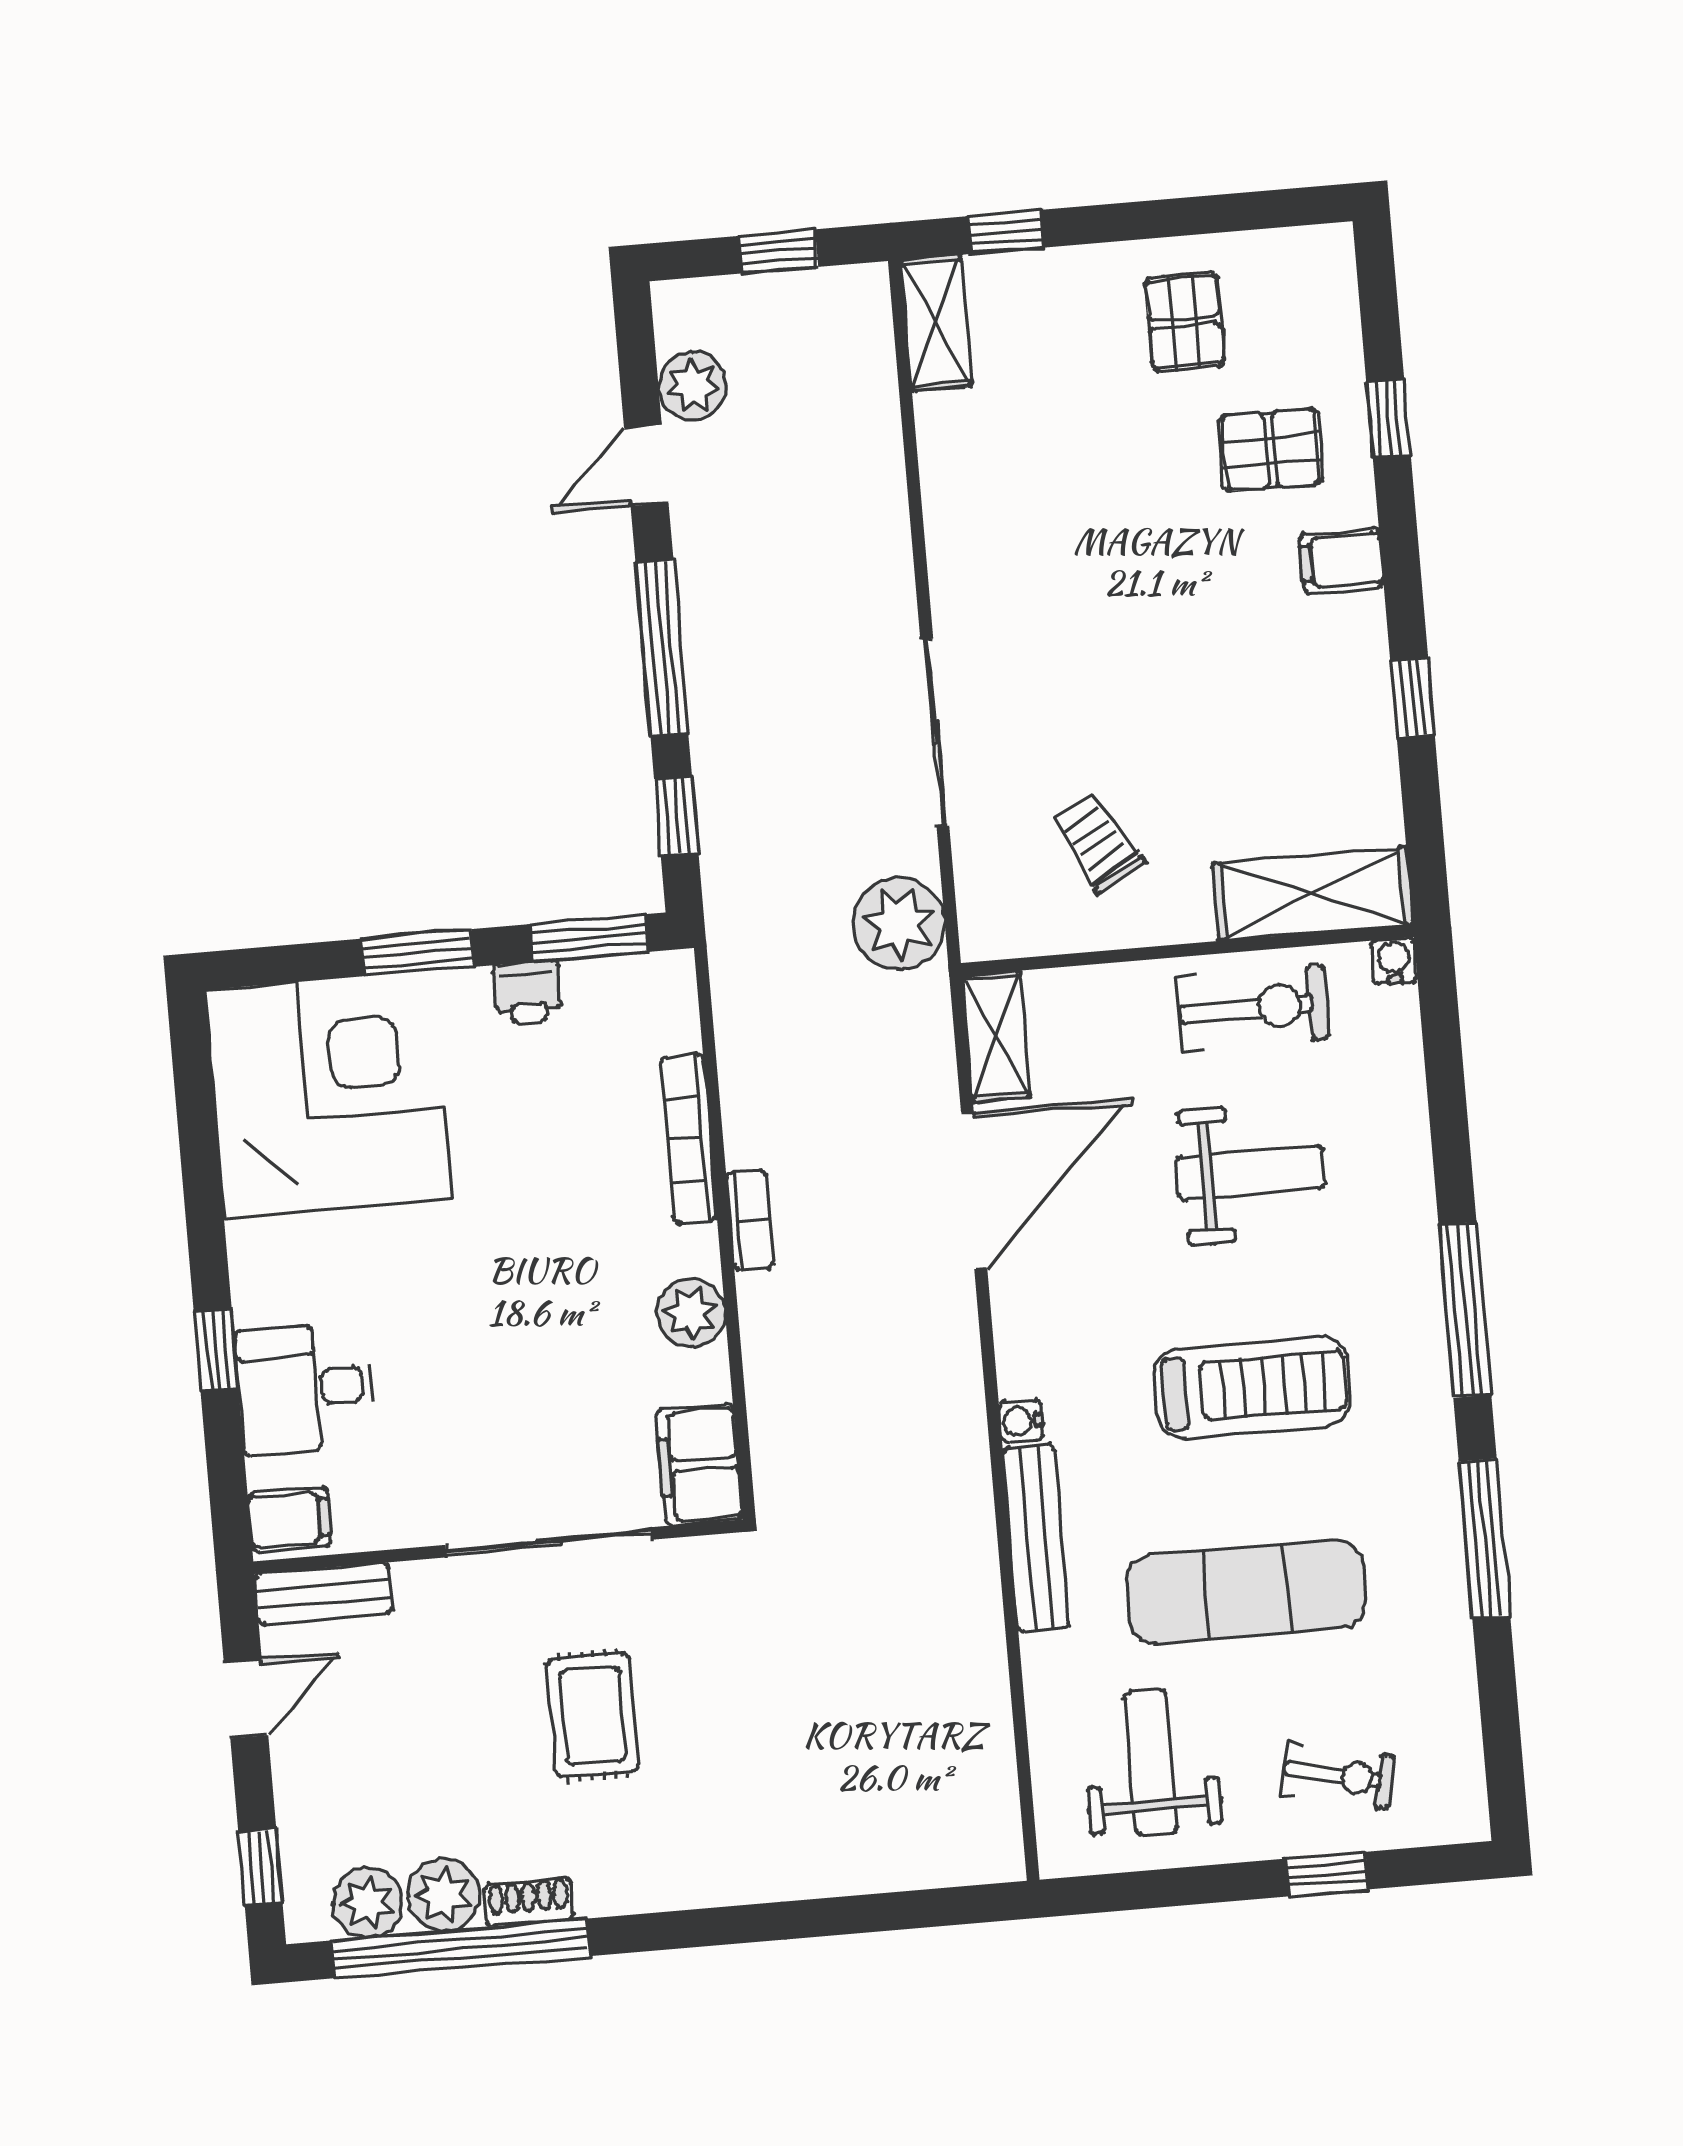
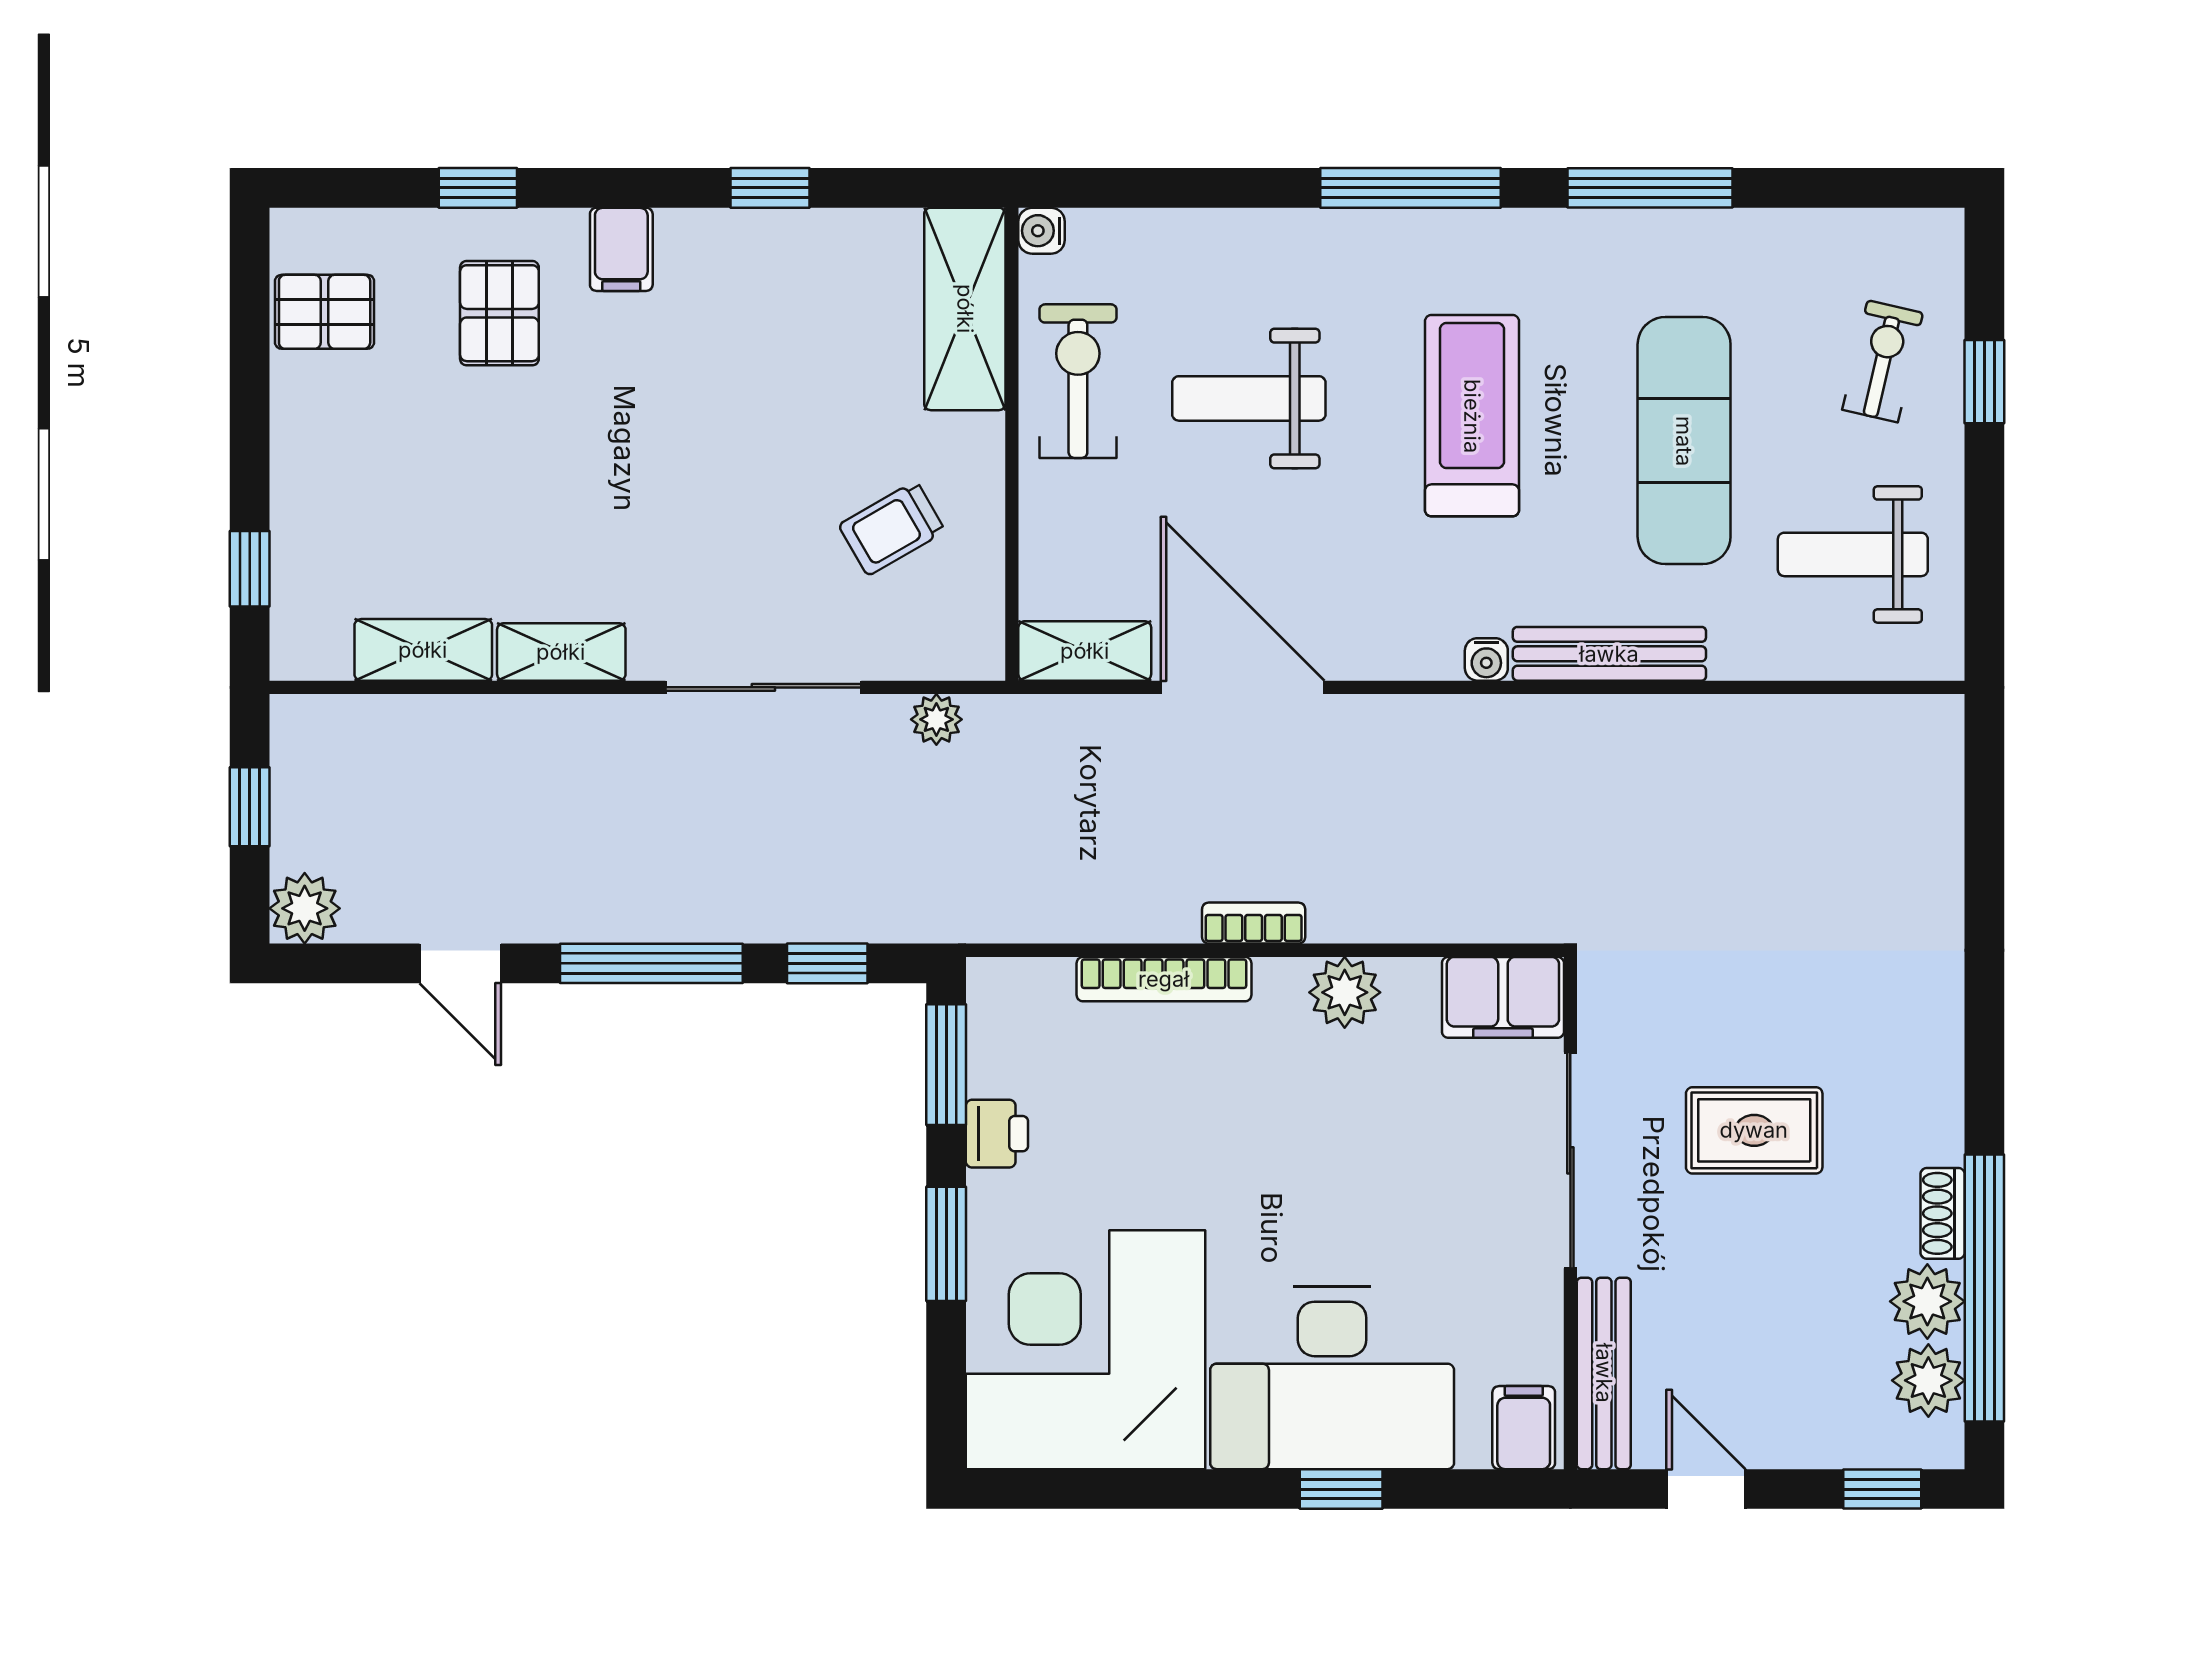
pallet: (1184, 322) -> (325, 312), moved
shelving: (936, 323) -> (423, 650), moved
plant: (692, 386) -> (305, 908), moved
shelving: (952, 536) -> (561, 652), added
plant: (899, 924) -> (936, 719), width x0.53, depth x0.53
weight bench: (1251, 1173) -> (1249, 398), turned -90
desk: (306, 1388) -> (1332, 1378), width x1.87, depth x1.30
bench: (324, 1594) -> (1604, 1373), width x1.36

